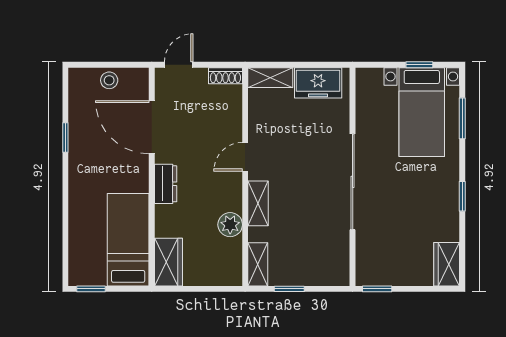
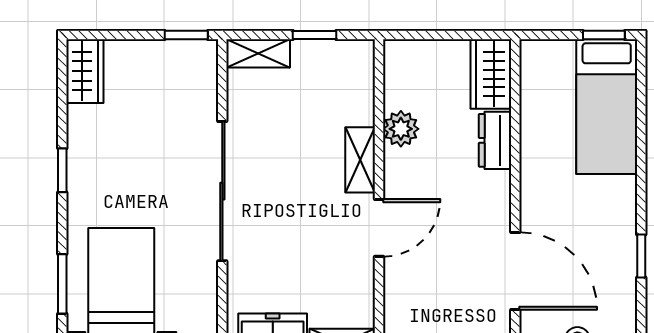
door: (245, 157) -> (379, 228), width x1.38
dresser: (166, 184) -> (495, 140), moved
bed: (128, 240) -> (607, 107), moved
shelving: (258, 264) -> (258, 53), moved, turned 90

